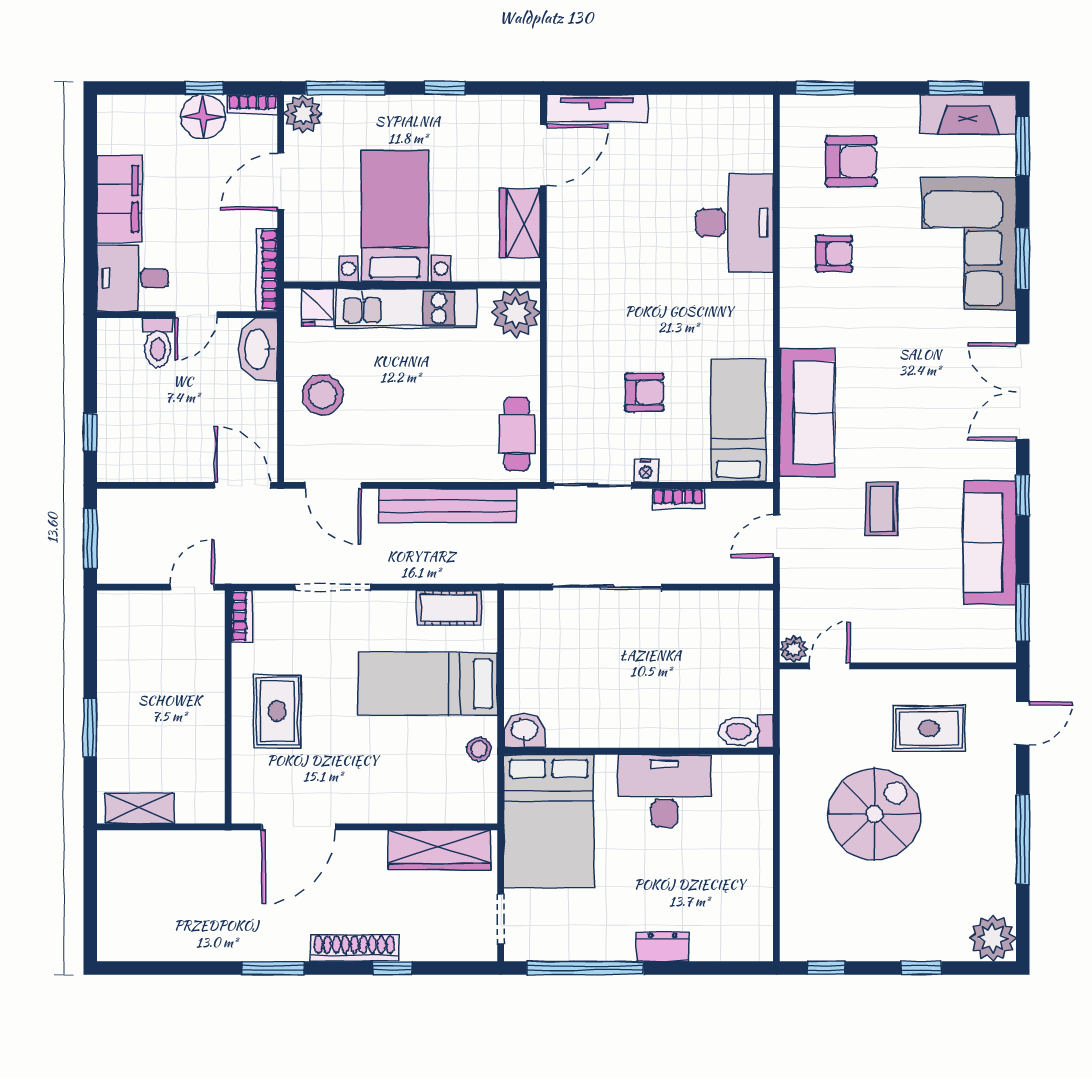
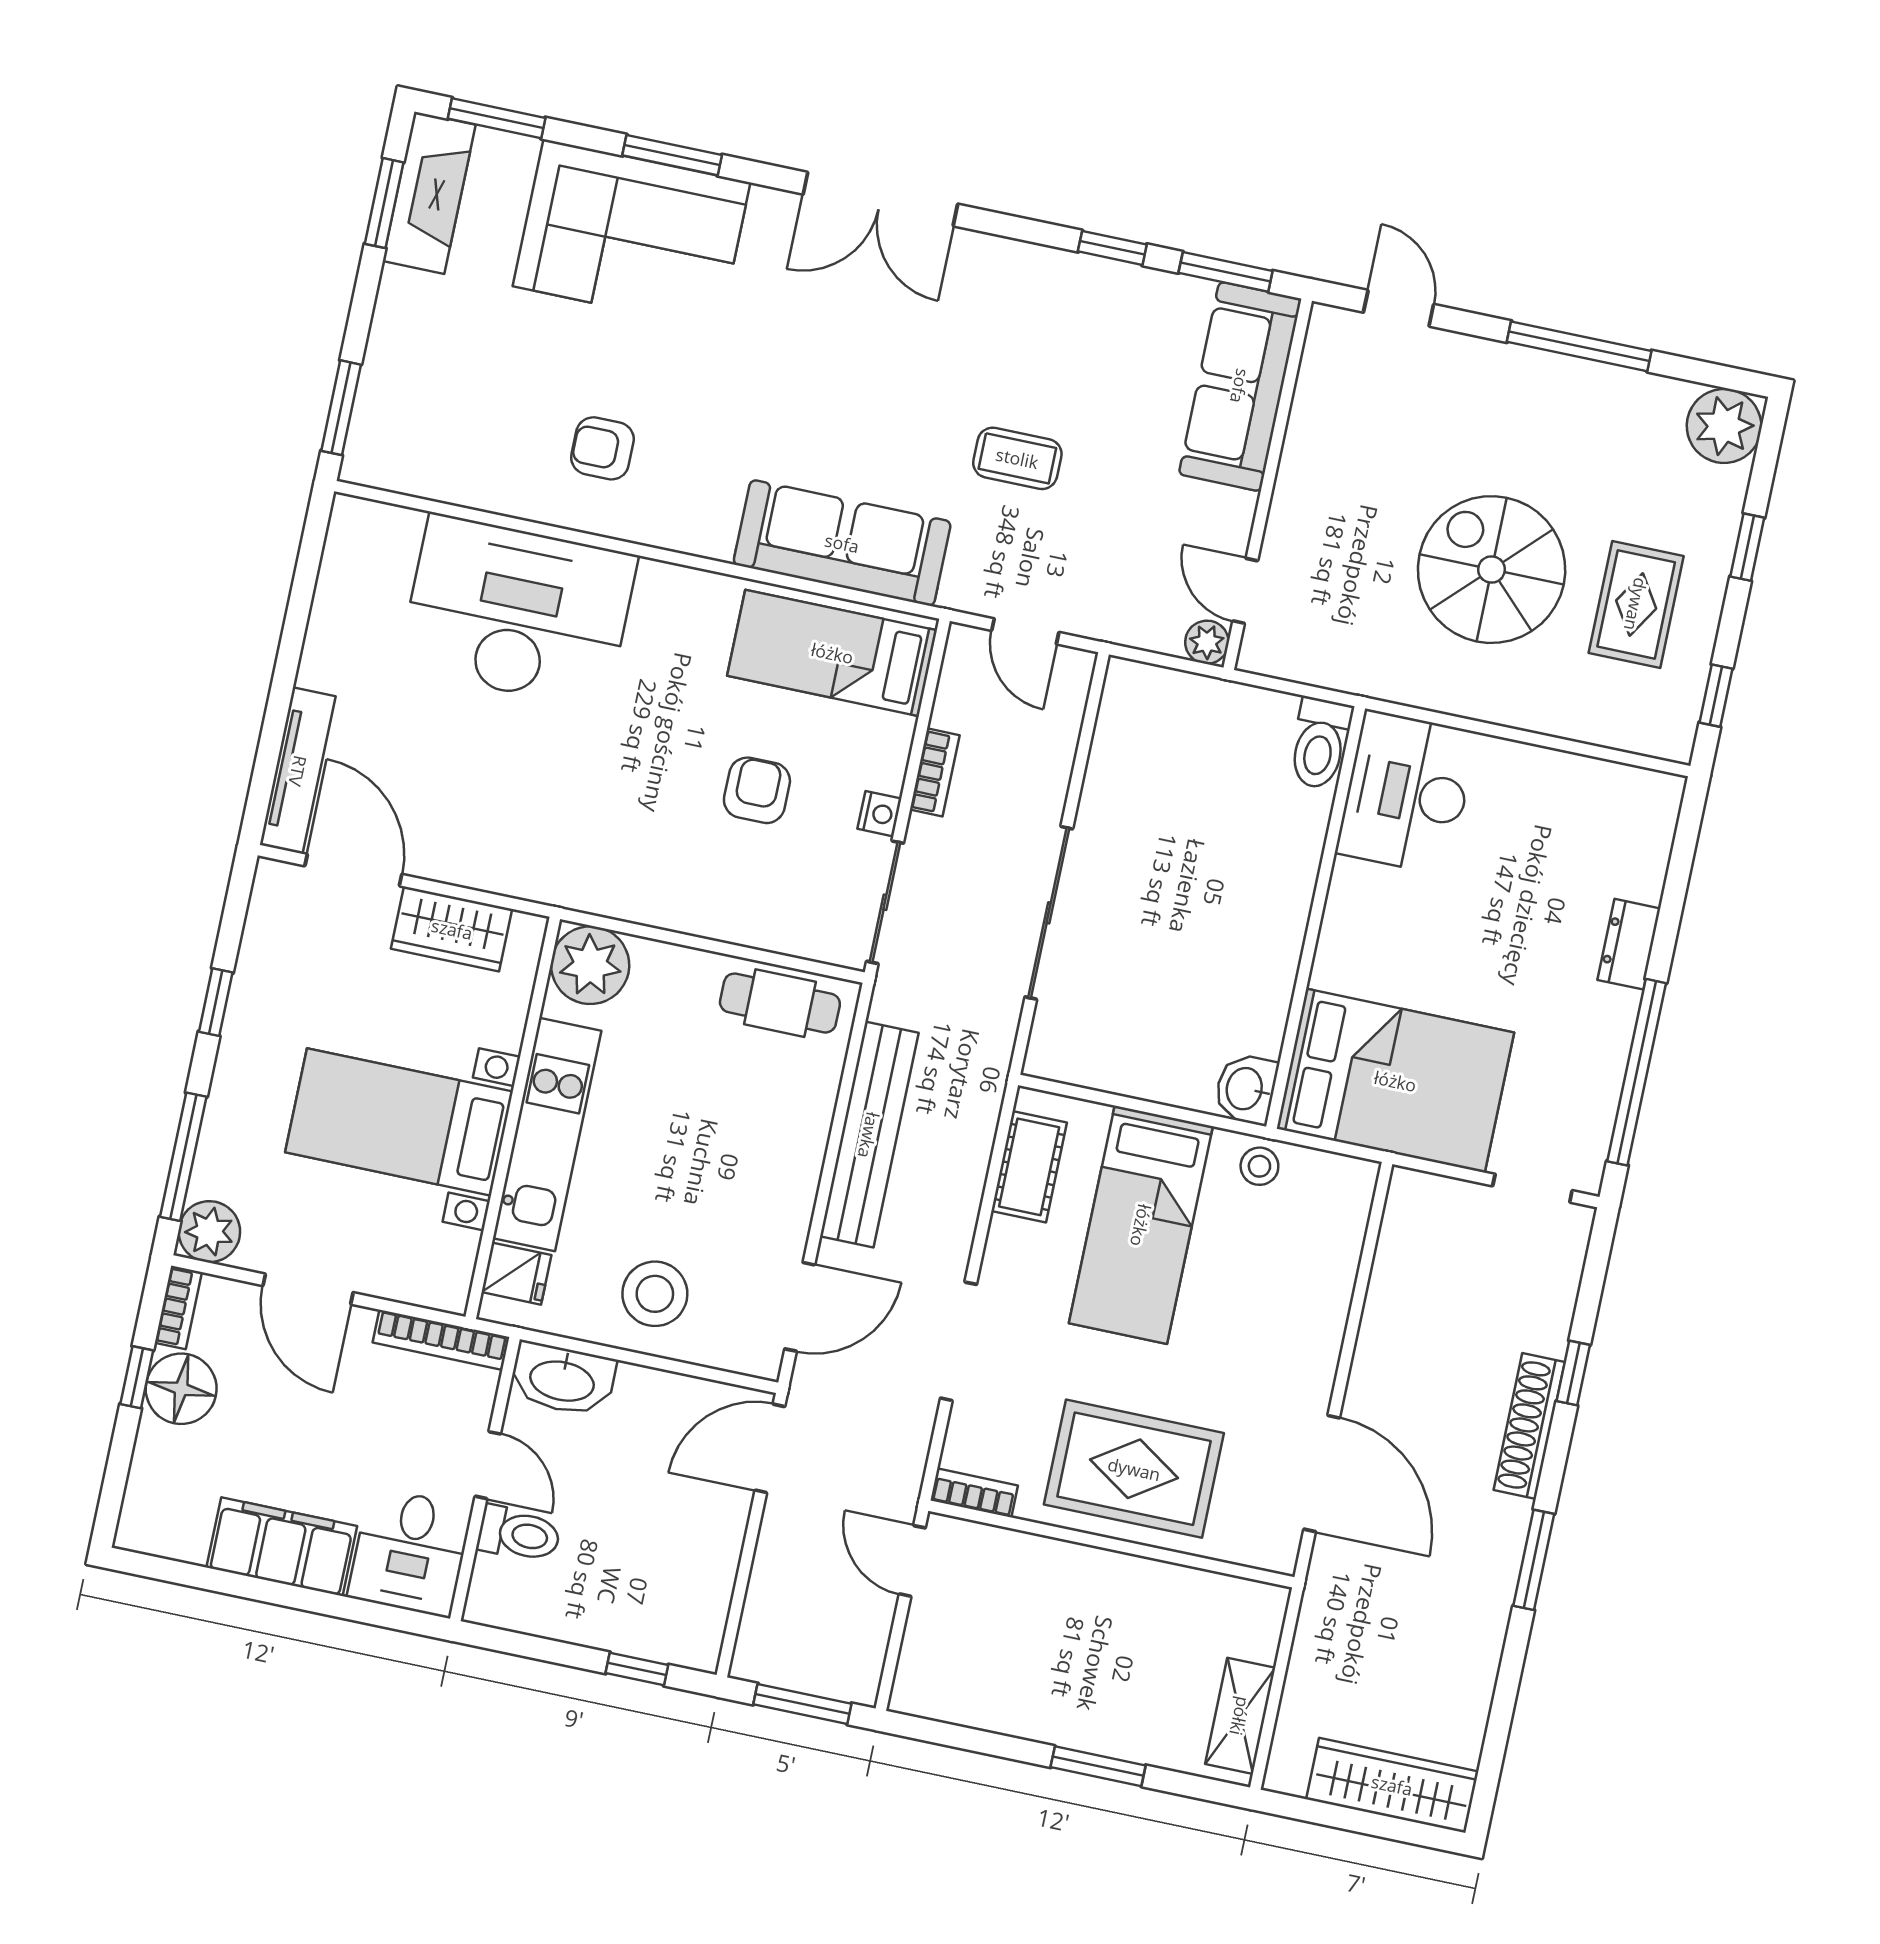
armchair: (851, 161) -> (464, 391), removed
desk: (735, 223) -> (518, 612), width x1.36, depth x1.30
armchair: (834, 254) -> (602, 448), turned -90
window: (1023, 495) -> (1112, 248), moved
sofa: (990, 542) -> (1240, 386), moved, turned 90
rug: (277, 711) -> (1134, 1469), width x1.36, depth x1.43
rug: (929, 729) -> (1636, 604), moved
desk: (664, 791) -> (1407, 793), moved
wardrobe: (439, 850) -> (1392, 1785), moved, turned -90

